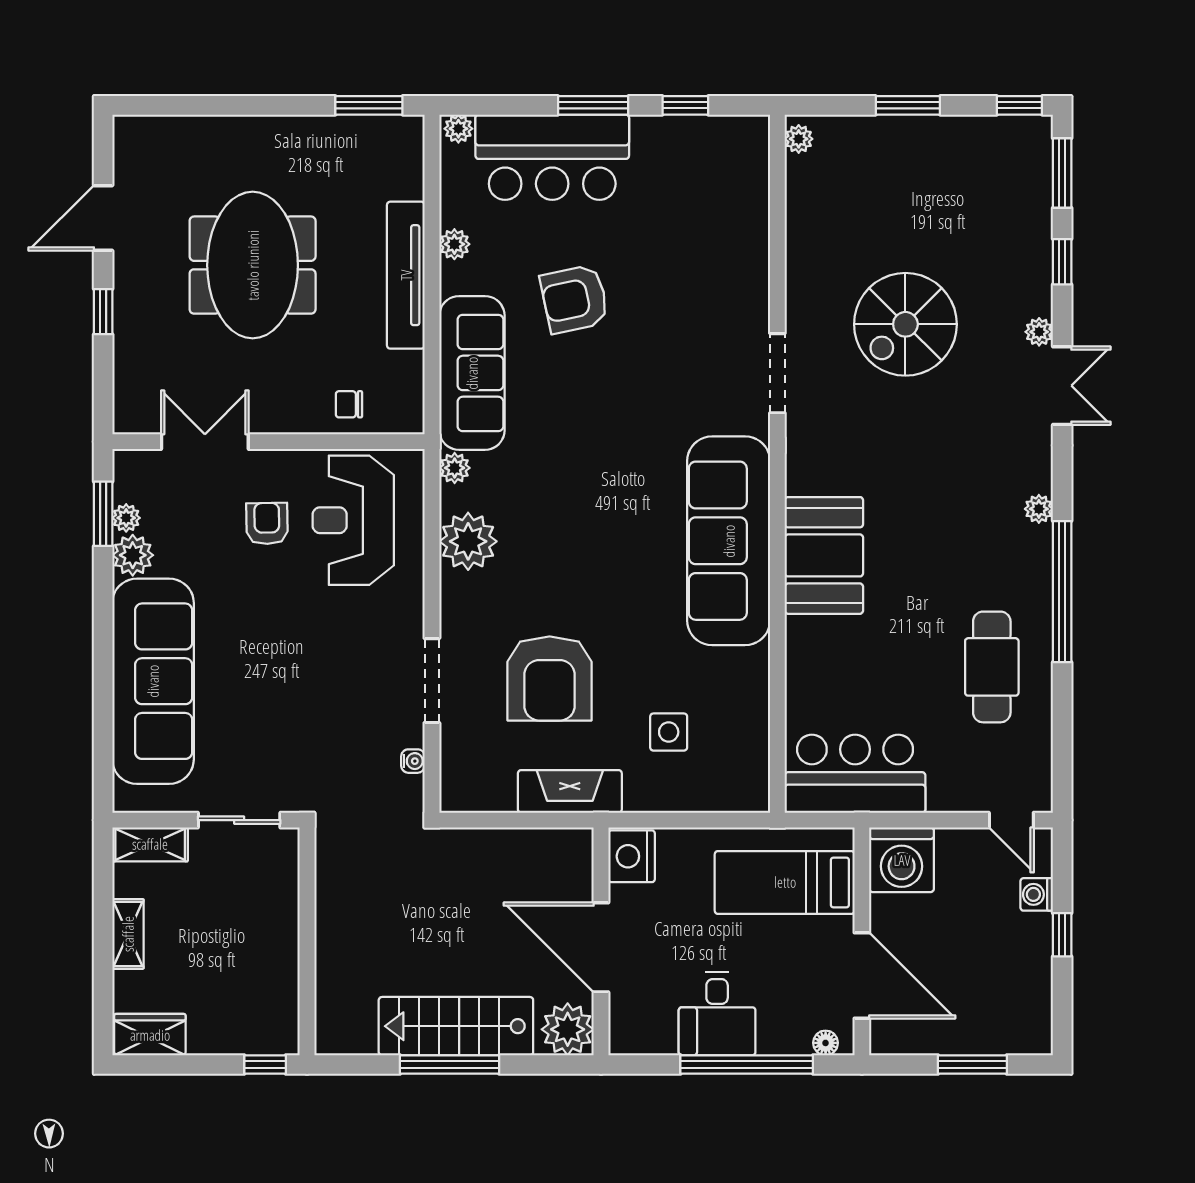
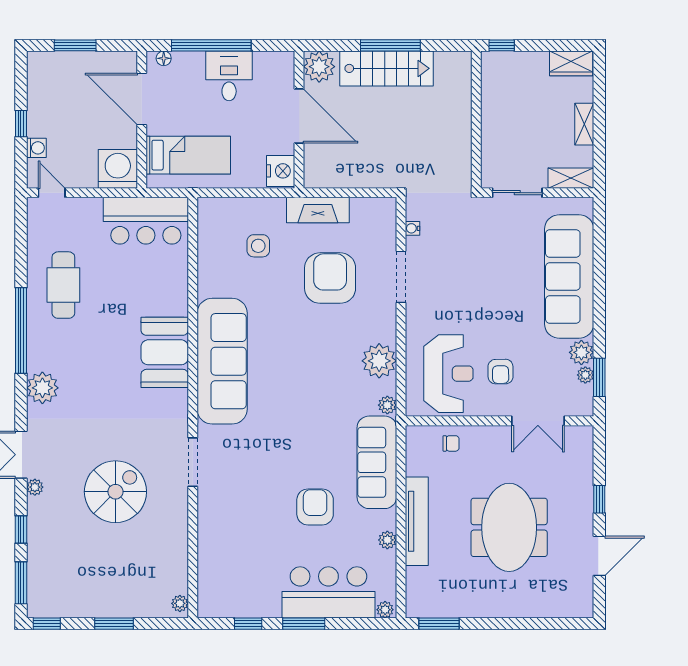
armchair: (574, 299) -> (315, 507), turned -78
plant: (1039, 509) -> (42, 388), width x1.88, depth x1.88

